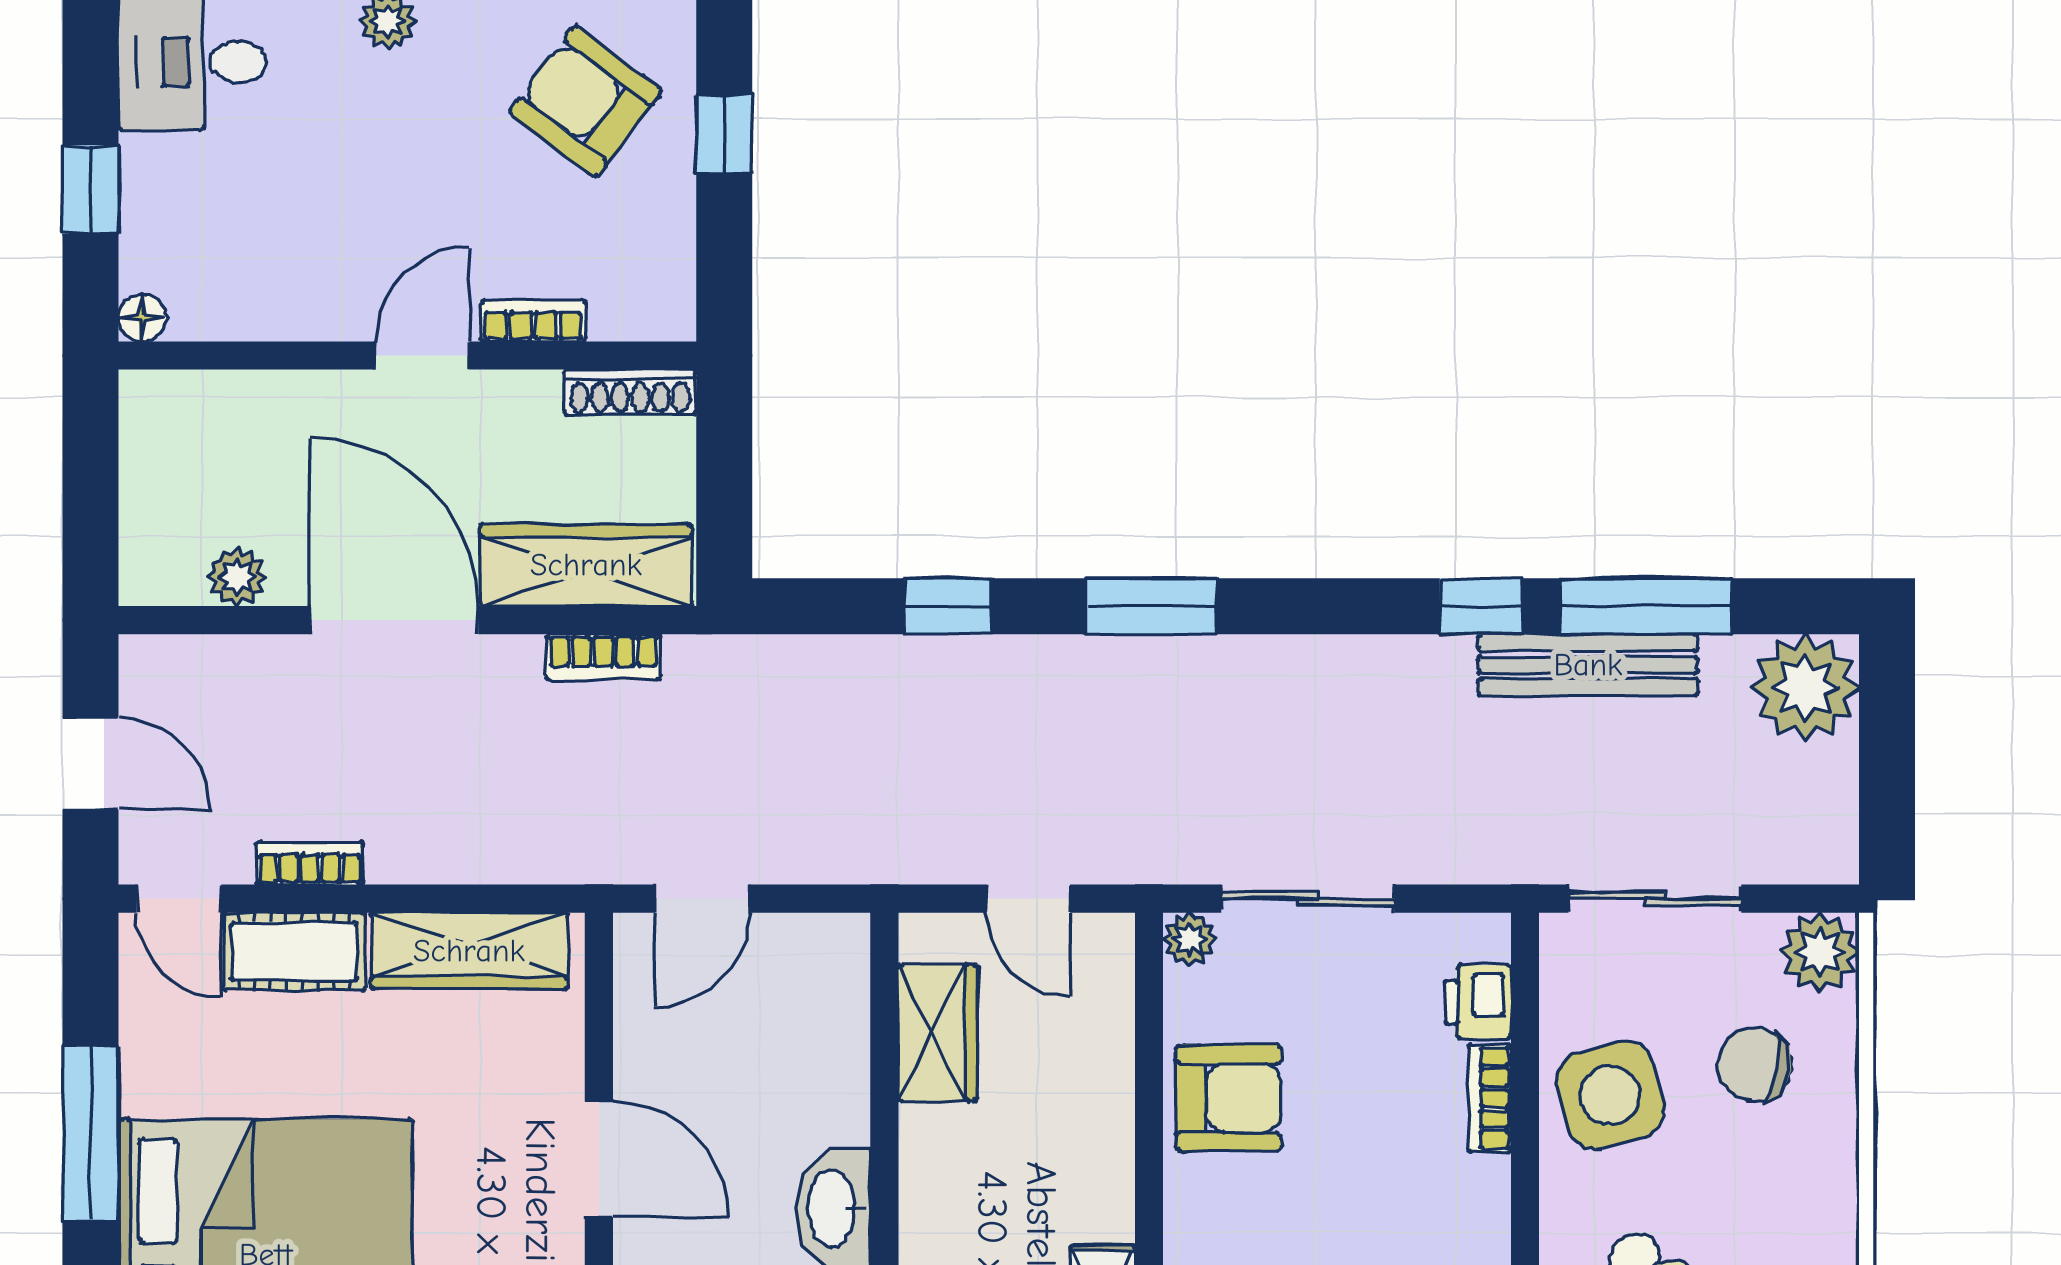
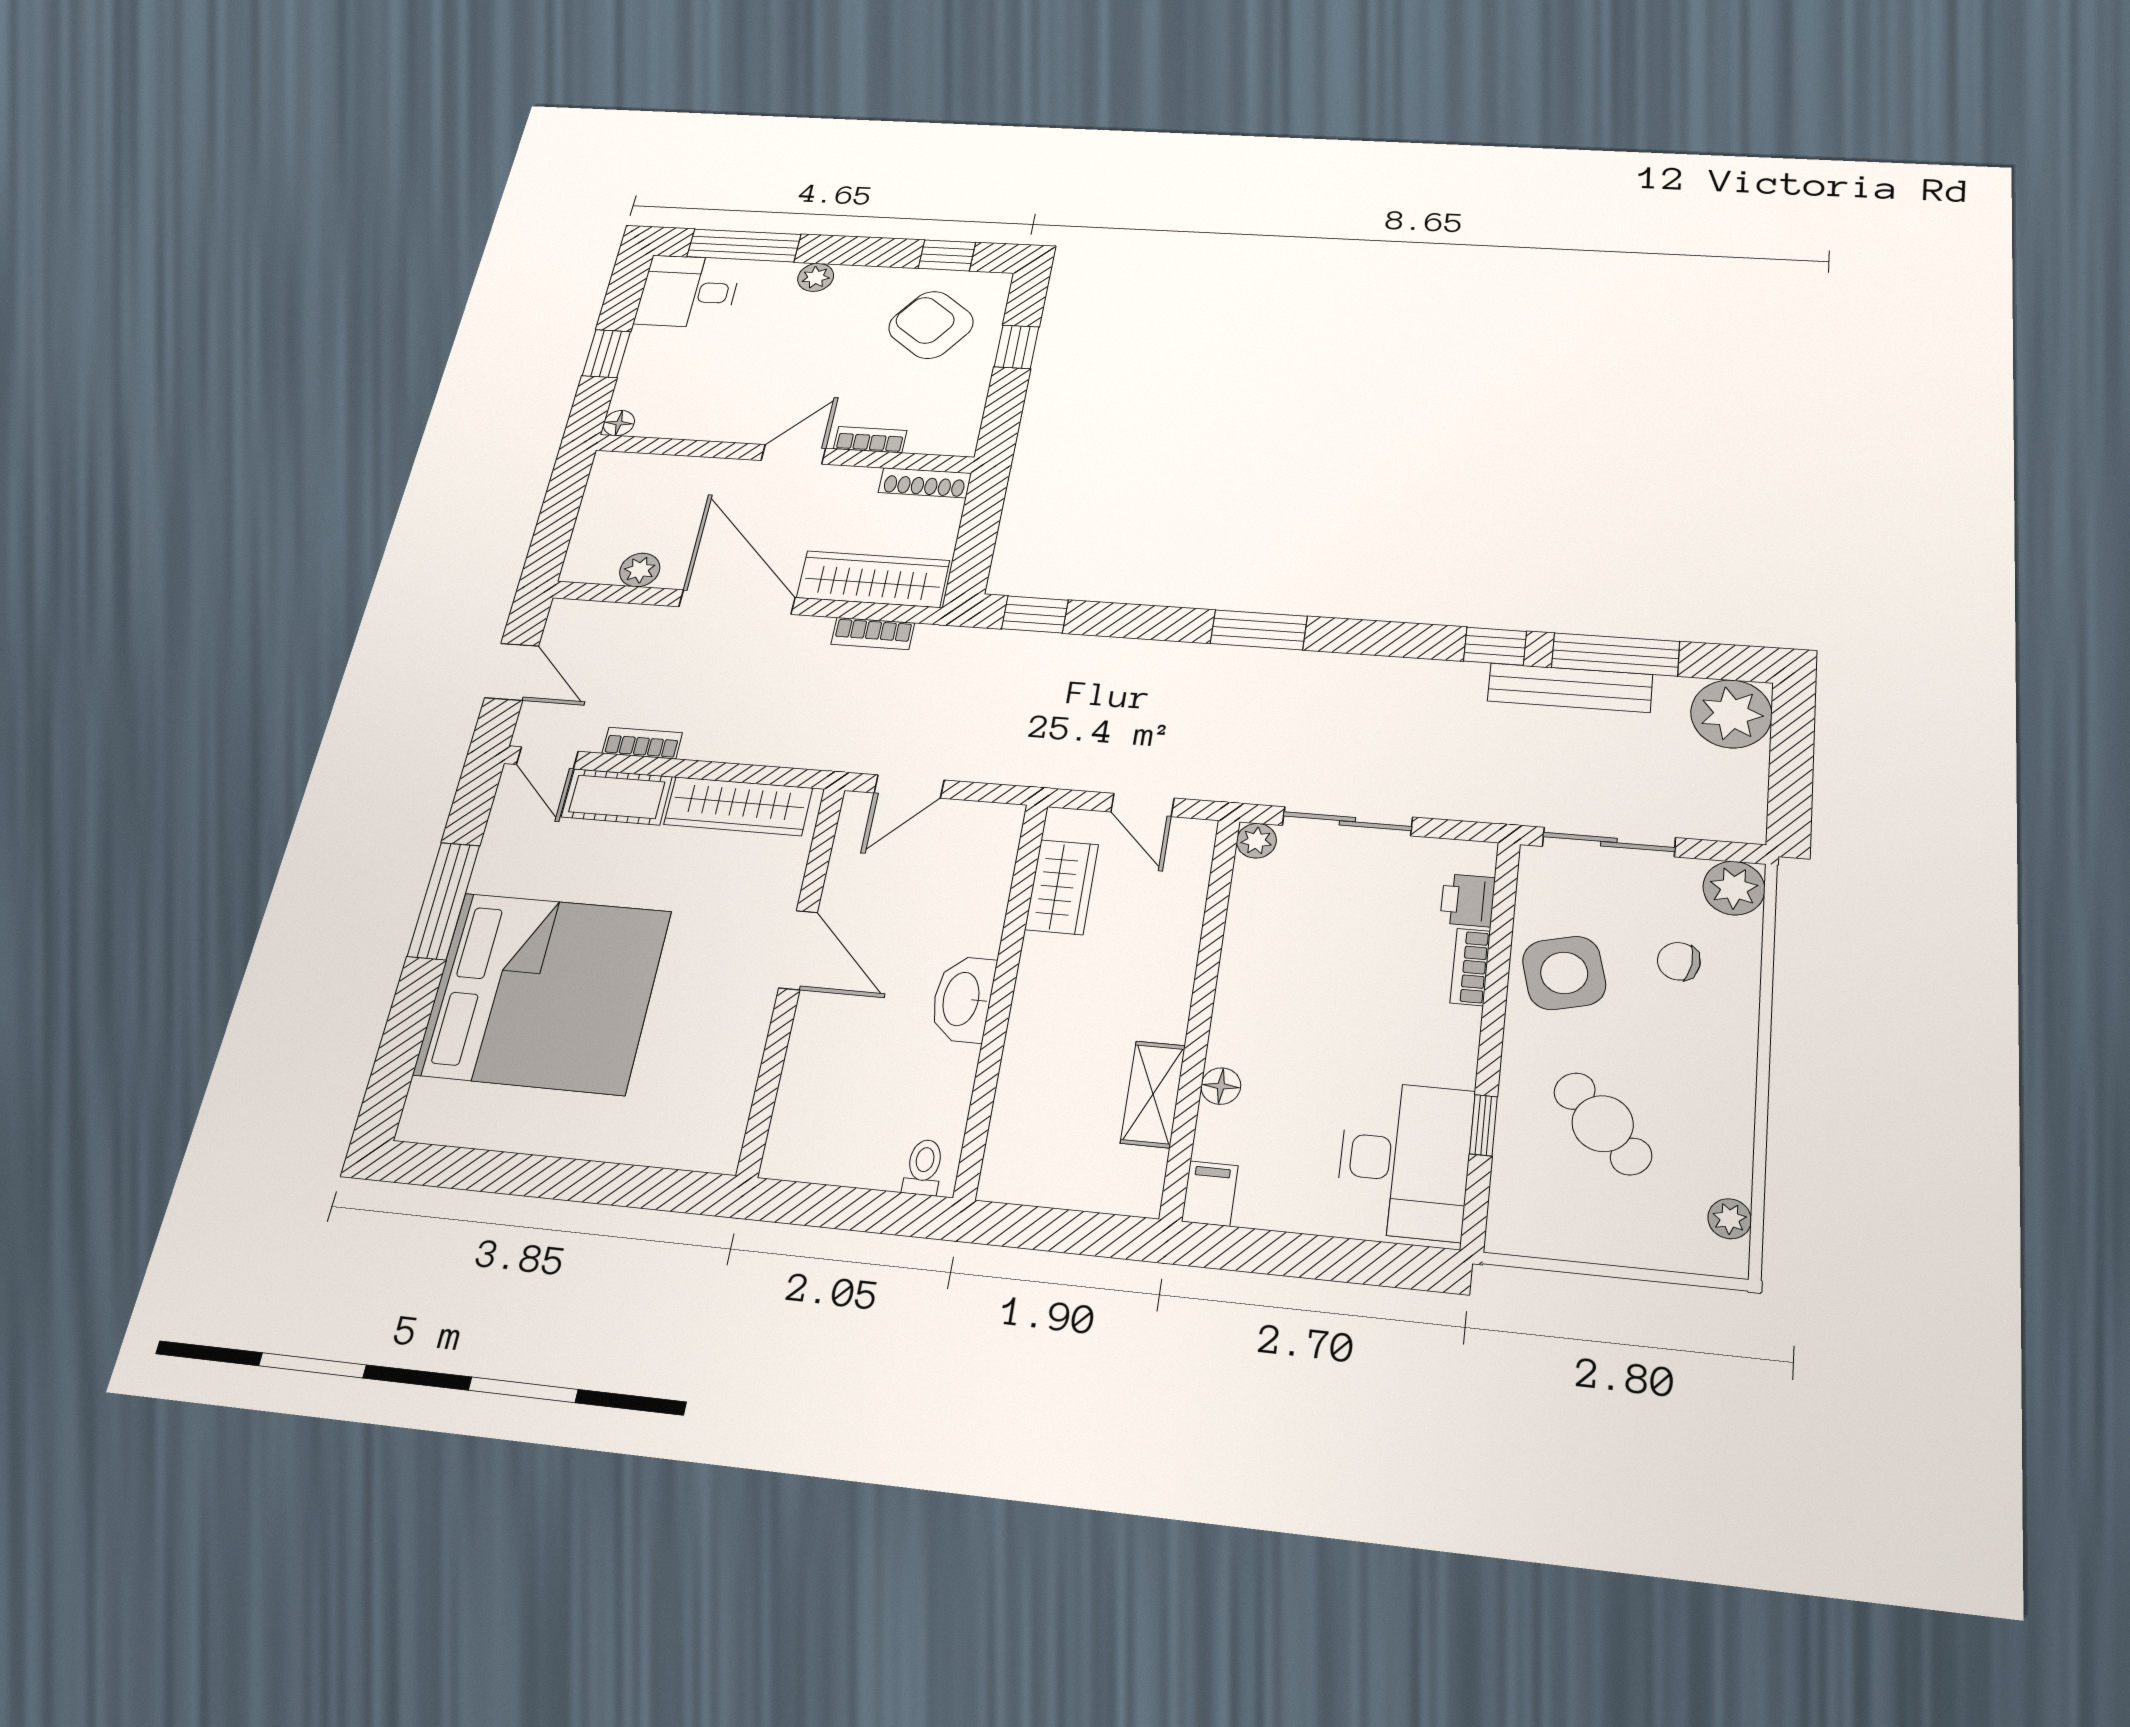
window: (948, 606) -> (1035, 614), moved
chair: (1755, 1065) -> (1679, 961), width x0.73, depth x0.73
armchair: (1229, 1098) -> (1271, 949), removed

